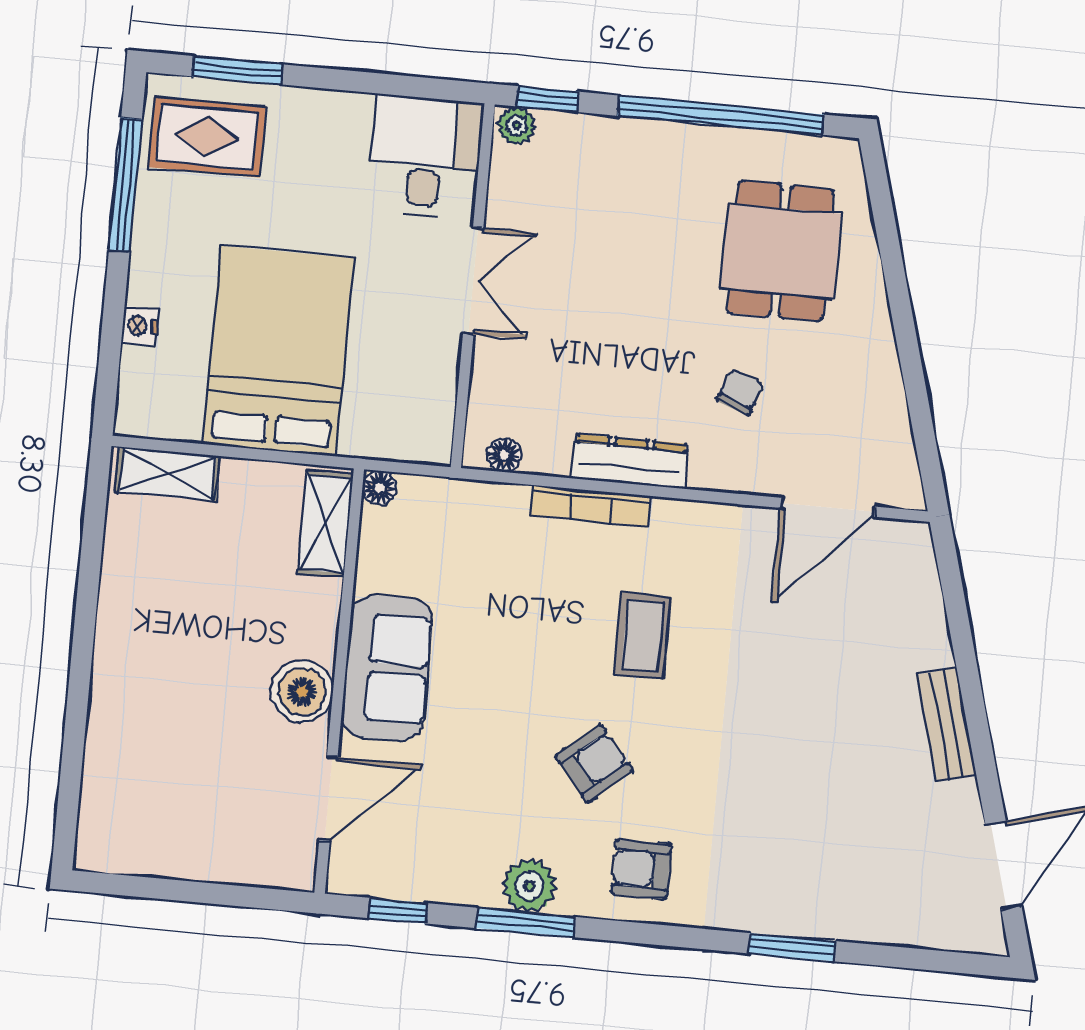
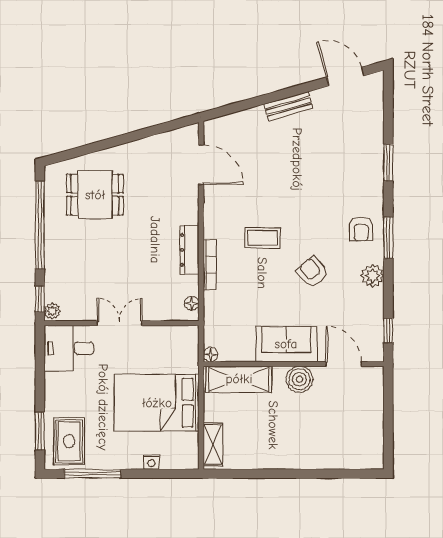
chair: (740, 392) -> (156, 206), removed
shelving: (325, 524) -> (239, 379), width x1.50, depth x1.33
armchair: (594, 763) -> (312, 272), moved
window: (525, 923) -> (388, 238), moved

